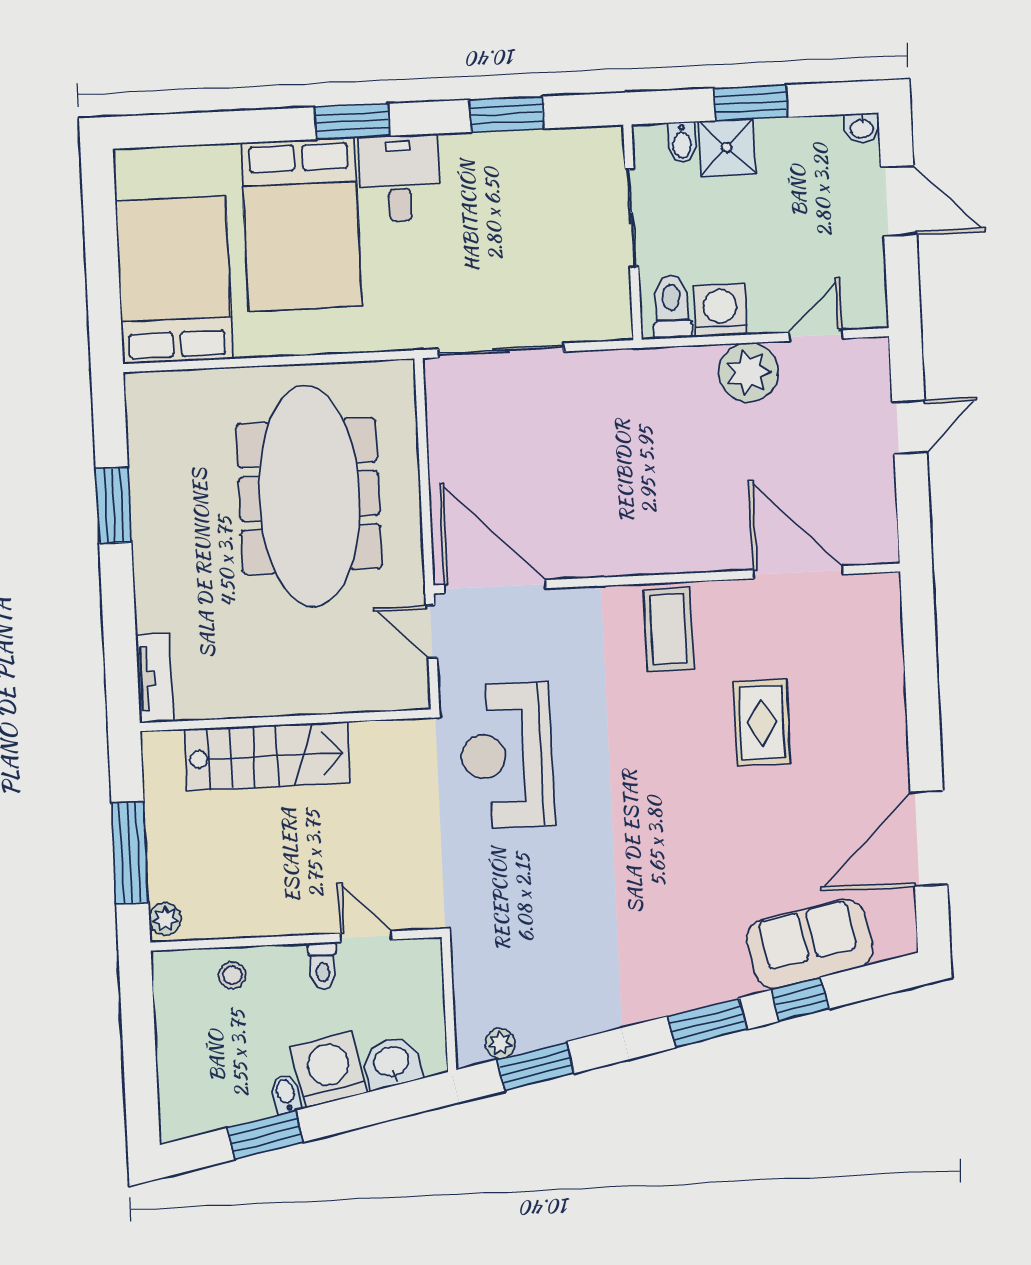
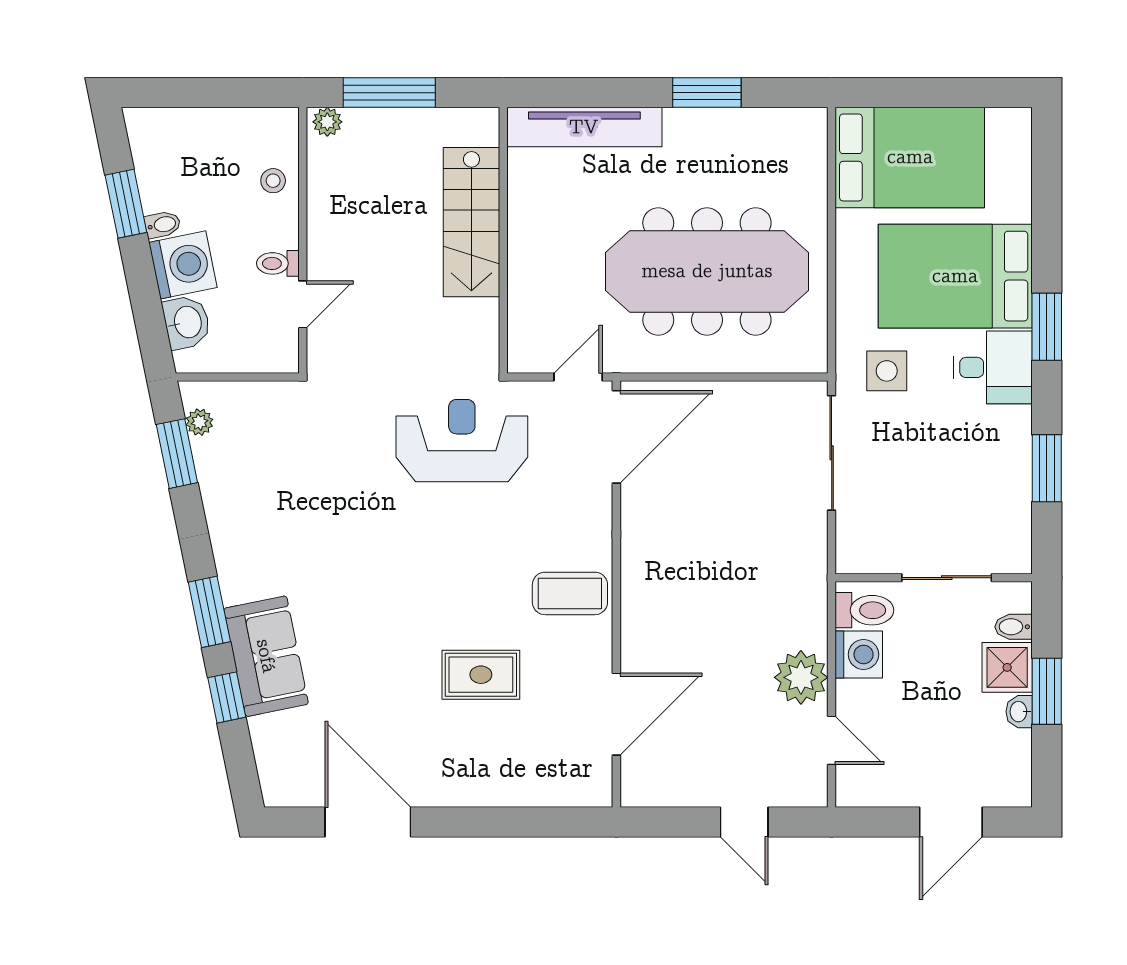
washbasin: (862, 128) -> (1019, 712), moved
side table: (409, 294) -> (887, 371), added
tv unit: (155, 678) -> (584, 127), width x1.92, depth x1.29
sofa: (810, 944) -> (266, 656), moved

